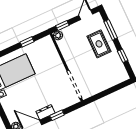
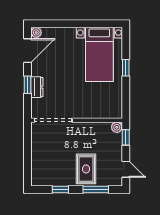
window: (27, 42) -> (126, 68), moved
rug: (99, 44) -> (86, 169), turned 90
dresser: (45, 112) -> (37, 87), moved

